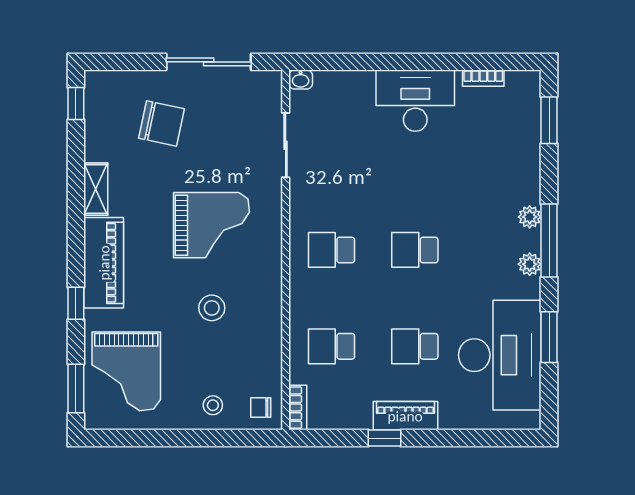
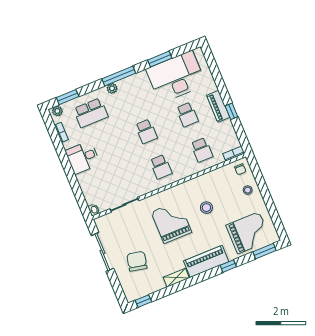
desk: (415, 101) -> (83, 157), width x0.73
school desk: (498, 154) -> (91, 113), added
plant: (530, 264) -> (57, 111), moved

